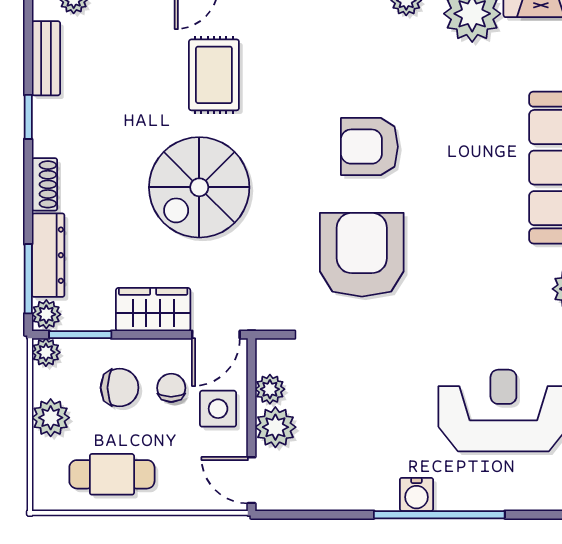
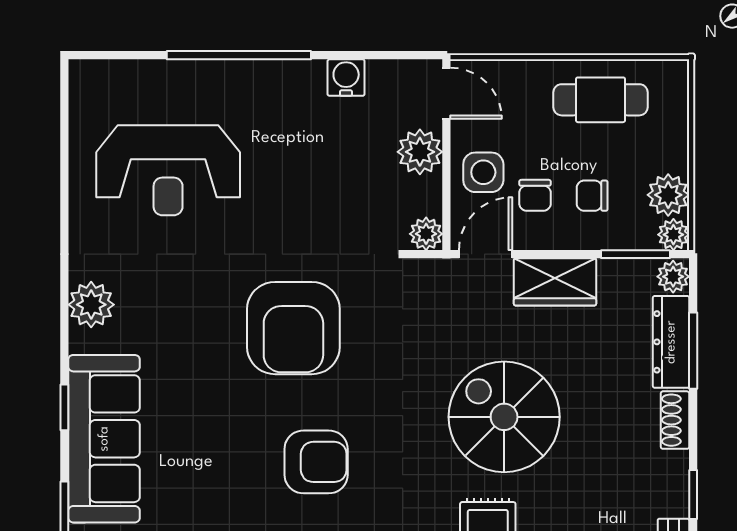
spiral stairs: (199, 187) -> (504, 417), turned -90
armchair: (362, 255) -> (293, 328), moved
window: (28, 279) -> (693, 351), moved
chair: (120, 388) -> (592, 196), width x0.73, depth x0.73
plant: (270, 389) -> (426, 234), moved
plant: (51, 418) -> (668, 195), moved
water cooler: (416, 494) -> (346, 78), moved

